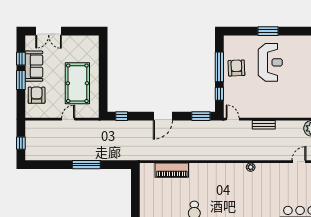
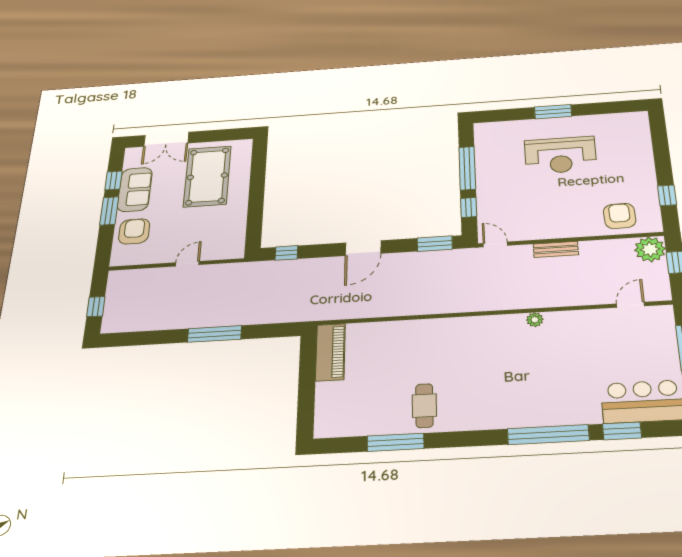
reception desk: (270, 62) -> (560, 155), turned 90
armchair: (236, 68) -> (620, 216), moved
pool table: (77, 83) -> (207, 176), moved
piano: (172, 170) -> (330, 352), moved, turned -90

